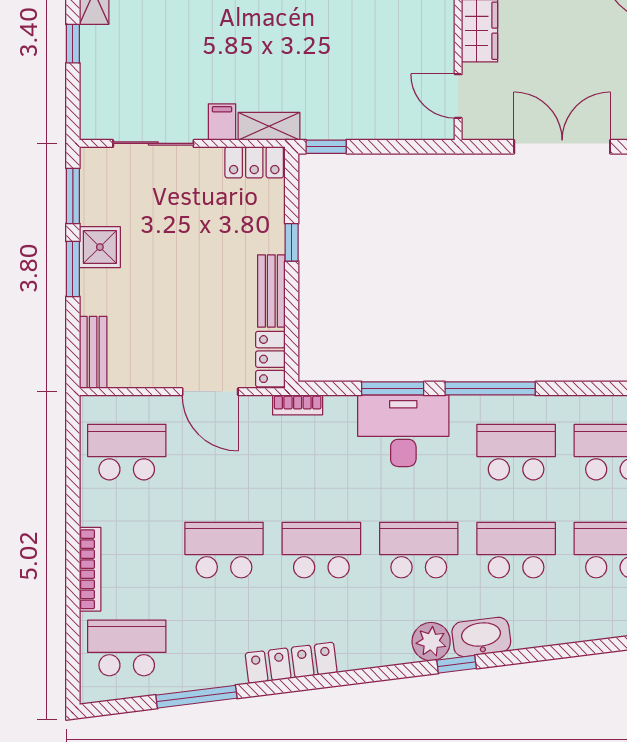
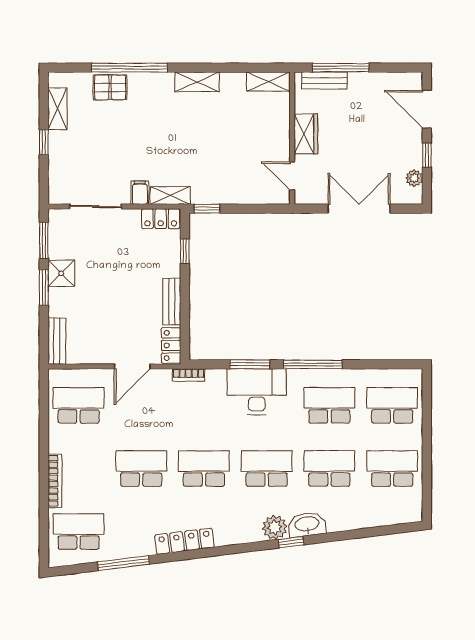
window: (292, 242) -> (185, 251), moved
door: (210, 392) -> (132, 366), hinge flipped

